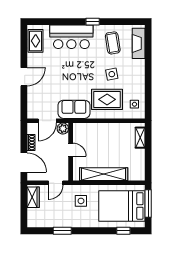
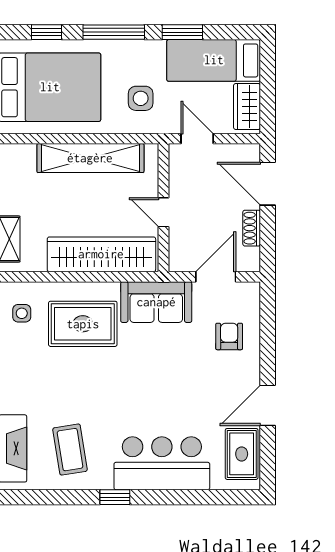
side table: (112, 74) -> (72, 380), removed
door: (24, 77) -> (268, 405), moved
armchair: (41, 94) -> (229, 336), added
plant: (63, 129) -> (181, 259), removed
wardrobe: (99, 131) -> (101, 254), added
door: (56, 183) -> (197, 139), hinge flipped
bed: (48, 218) -> (214, 60), added
window: (93, 231) -> (114, 32), added

